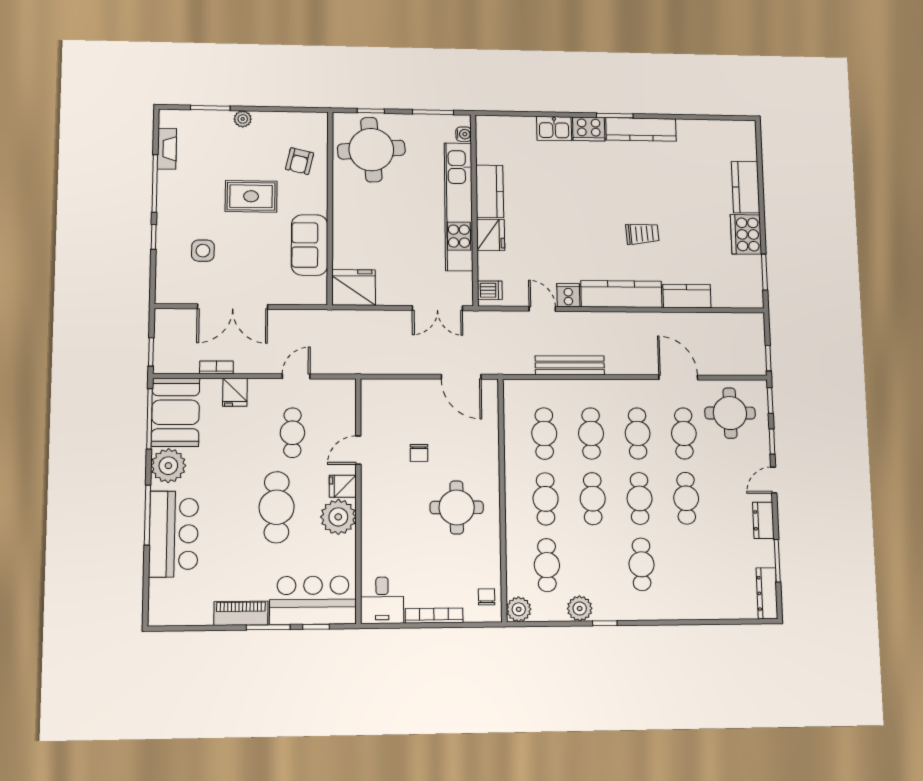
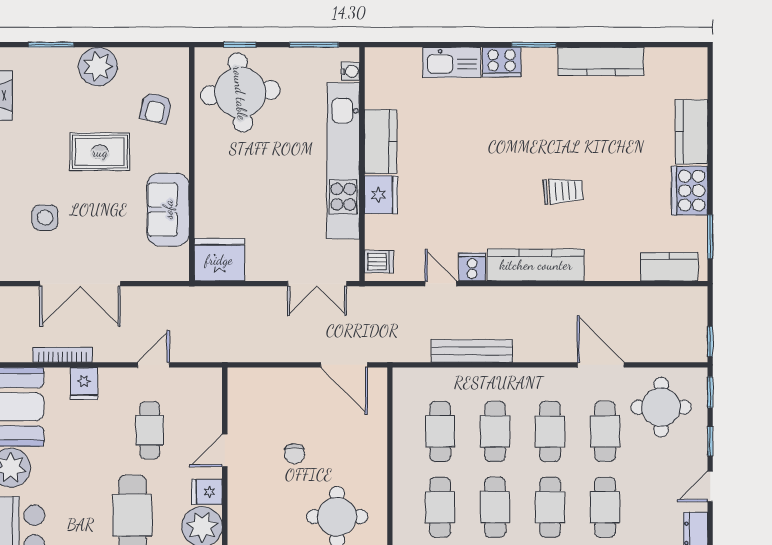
plant: (243, 119) -> (98, 67), width x1.87, depth x1.87
kitchen sink: (554, 129) -> (452, 62), width x1.38
kitchen counter: (641, 129) -> (601, 61), moved
kitchen counter: (687, 296) -> (669, 267), moved
bookcase: (216, 367) -> (63, 355), width x1.56

